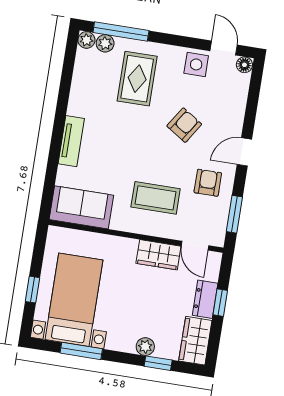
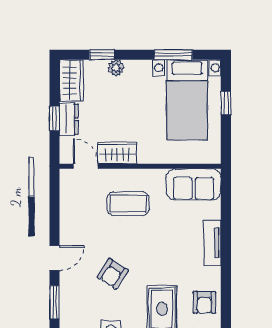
armchair: (208, 183) -> (204, 302), moved
window: (234, 214) -> (54, 302), moved

